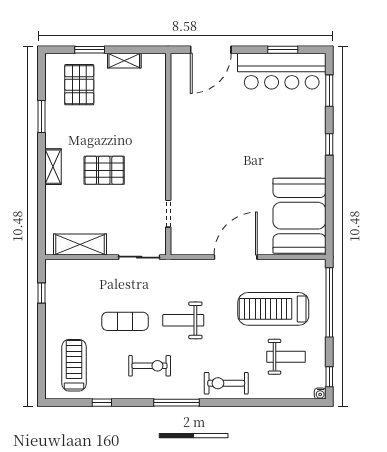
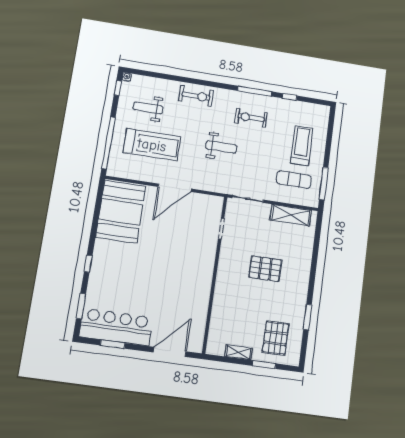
shelving: (53, 167) -> (304, 277), removed
window: (42, 293) -> (324, 183), width x2.17
exercise mat: (125, 321) -> (294, 180), moved
treadmill: (74, 365) -> (302, 146), moved, turned 180
window: (176, 403) -> (255, 91), moved

